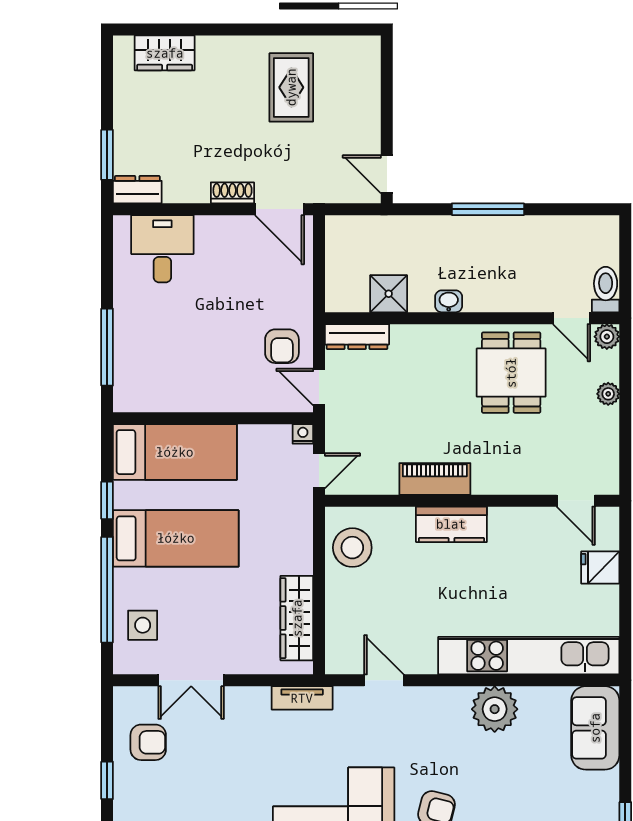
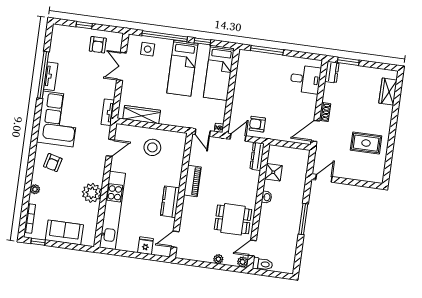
kitchen counter: (451, 524) -> (170, 202), moved
stool: (352, 548) -> (152, 147), moved
sofa: (595, 728) -> (64, 232), moved

